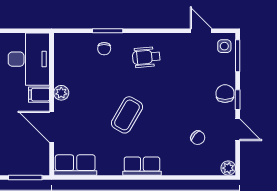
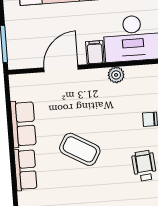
plant: (61, 93) -> (116, 75), moved
row of seats: (75, 165) -> (23, 124), moved

